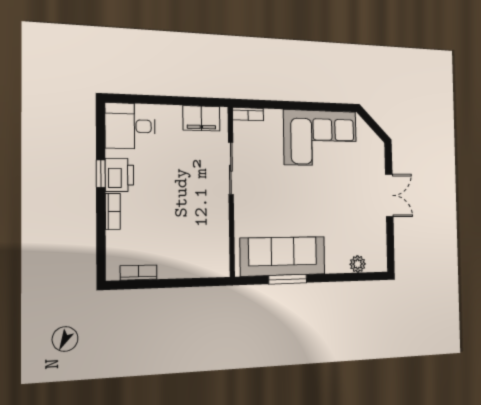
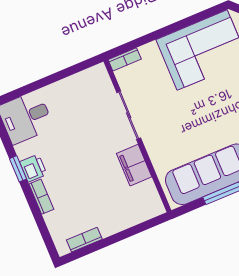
filing cabinet: (201, 118) -> (134, 165), moved, turned 90
printer: (119, 175) -> (33, 168), width x0.73, depth x0.81

